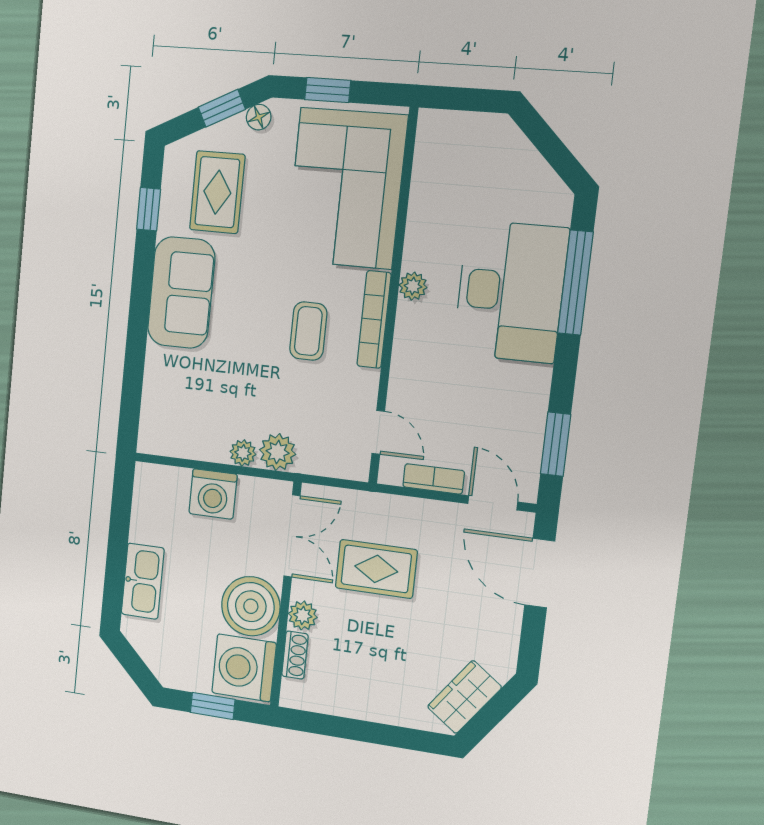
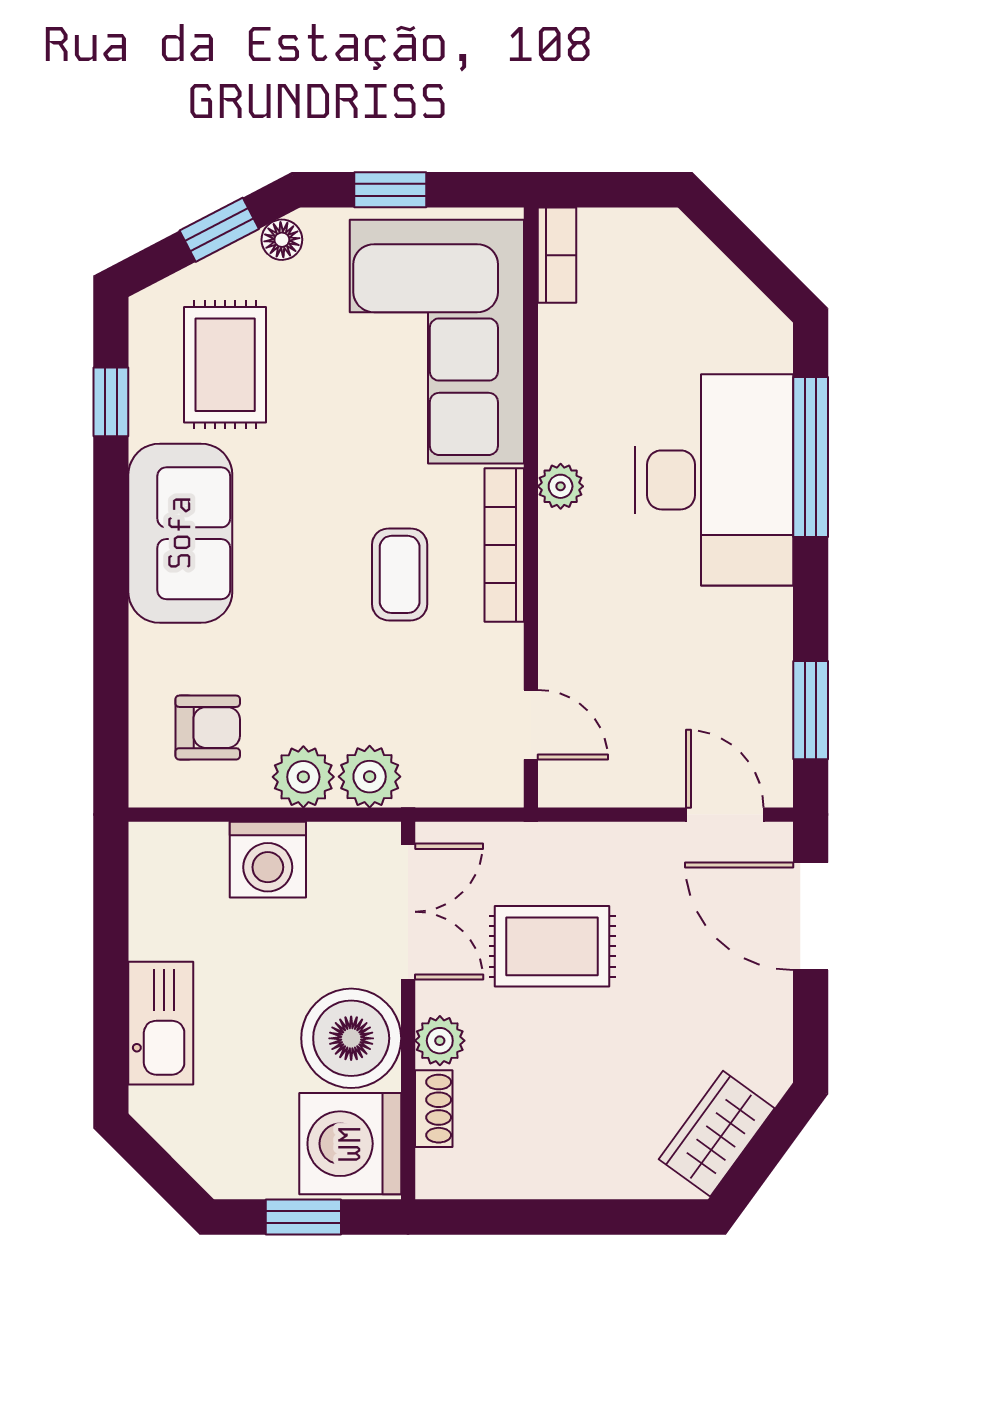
armchair: (186, 411) -> (208, 728), added
plant: (243, 453) -> (303, 777), width x1.38, depth x1.38
bookcase: (434, 479) -> (557, 255), moved, turned 90

